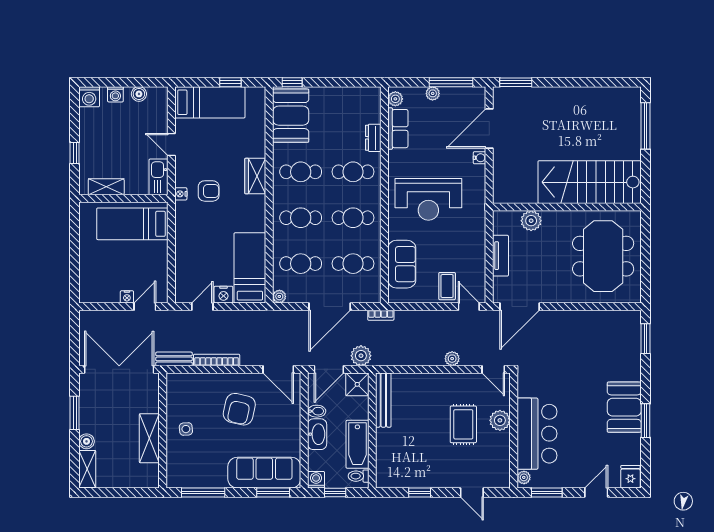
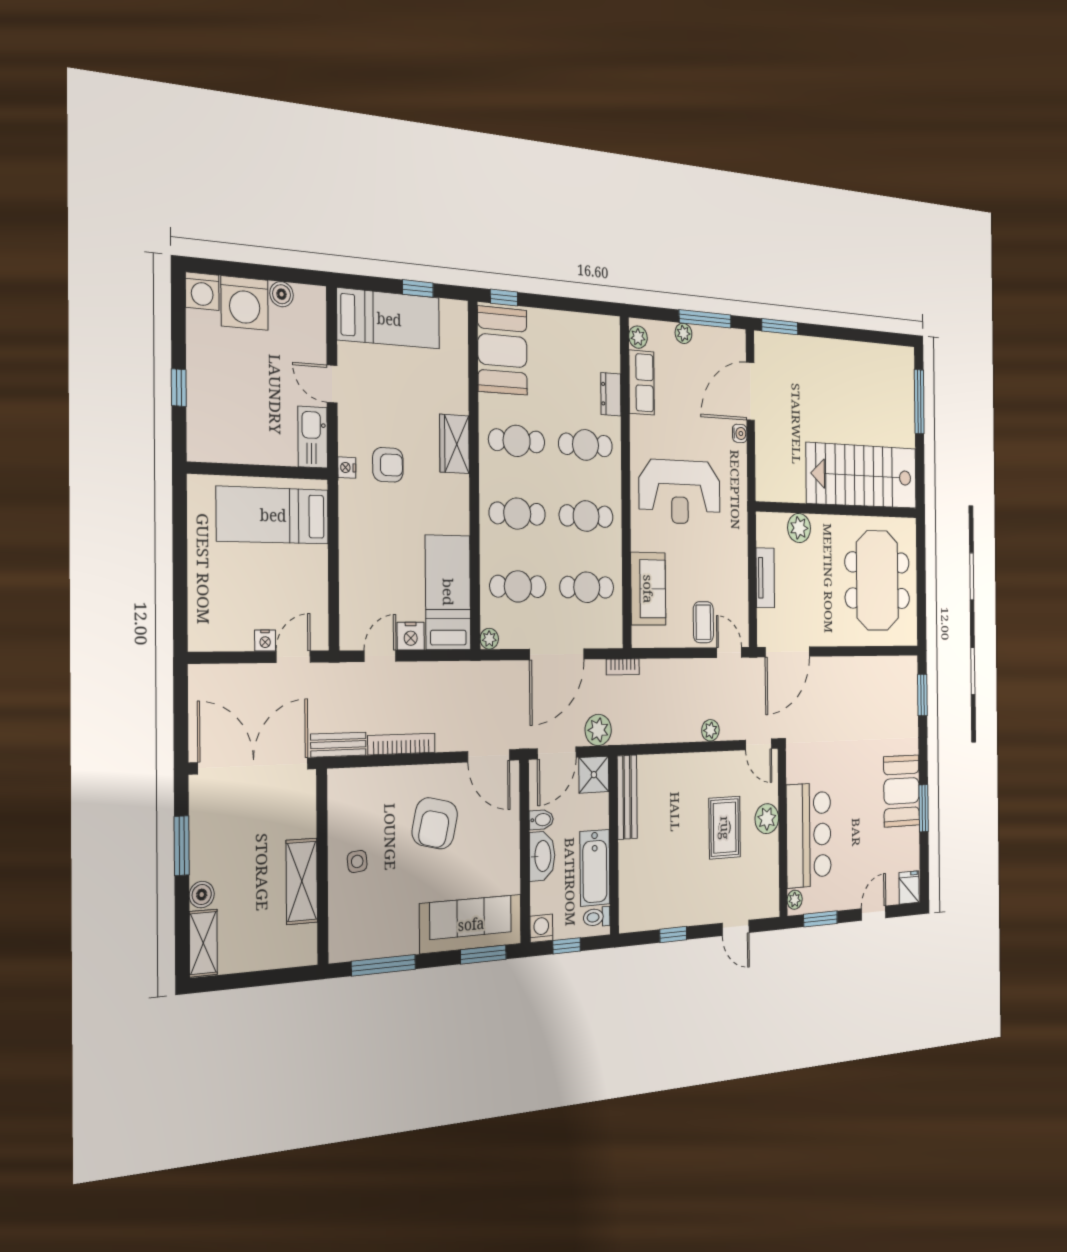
washing machine: (115, 94) -> (245, 303), width x1.89, depth x1.89
shelving: (106, 187) -> (231, 450), removed

